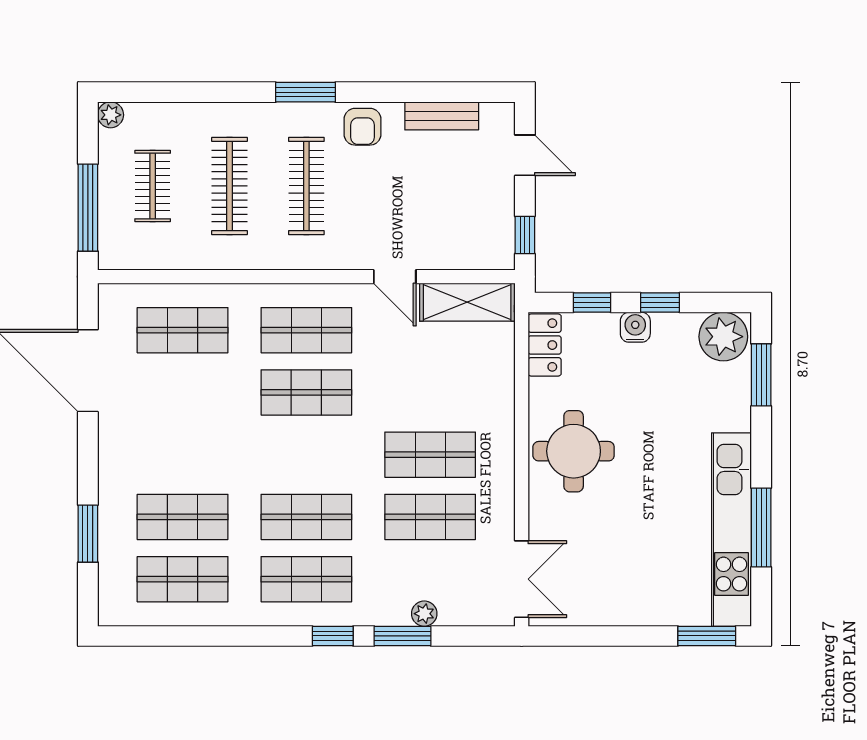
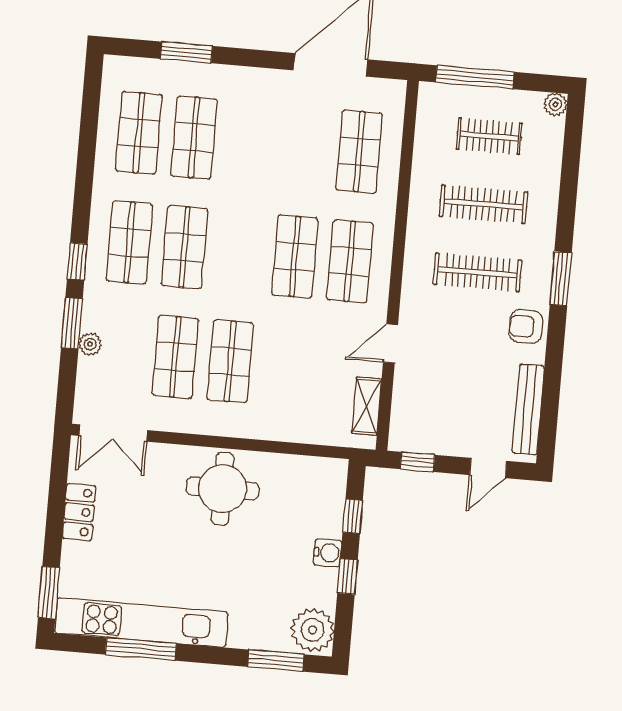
bench: (442, 116) -> (528, 409), width x1.36
shelving: (467, 302) -> (367, 406), width x0.67, depth x0.75
locker: (545, 345) -> (79, 512), moved, turned -90

